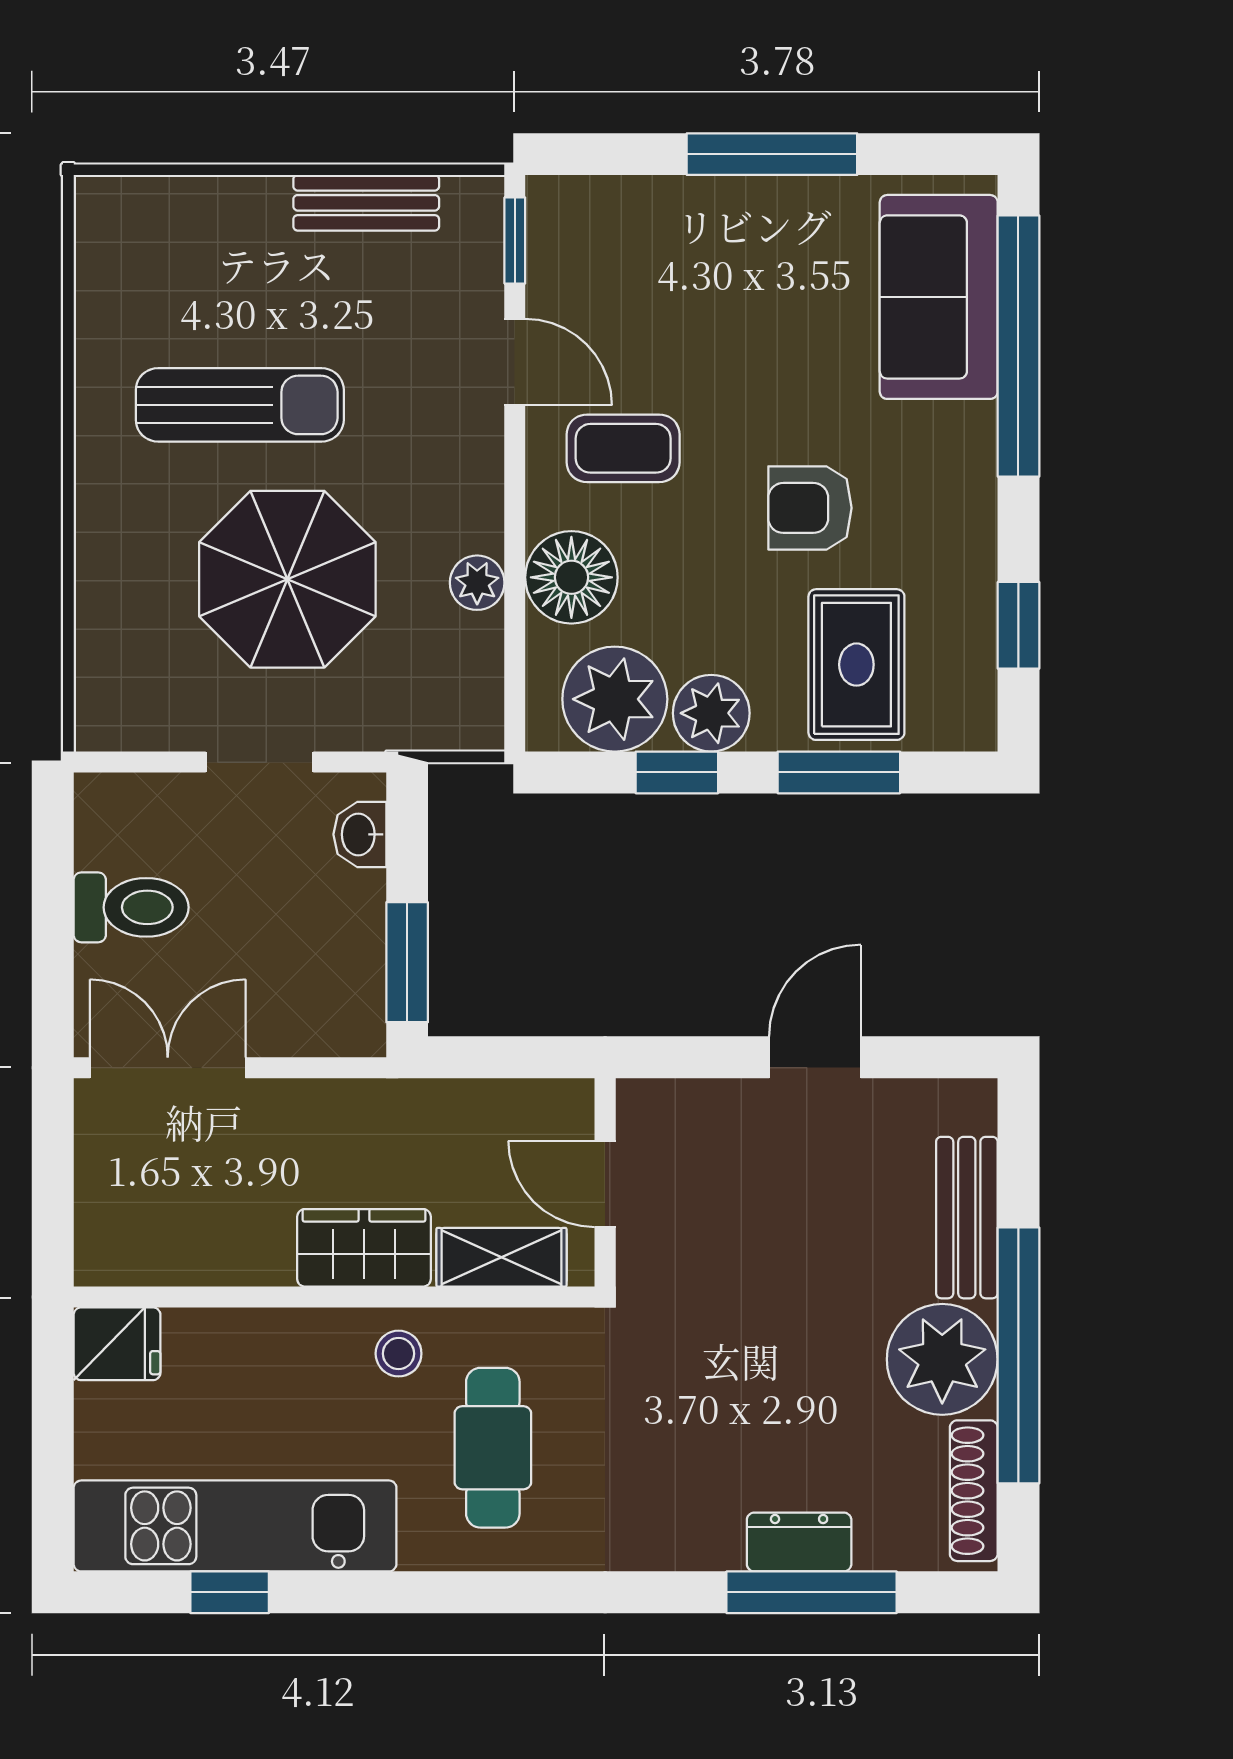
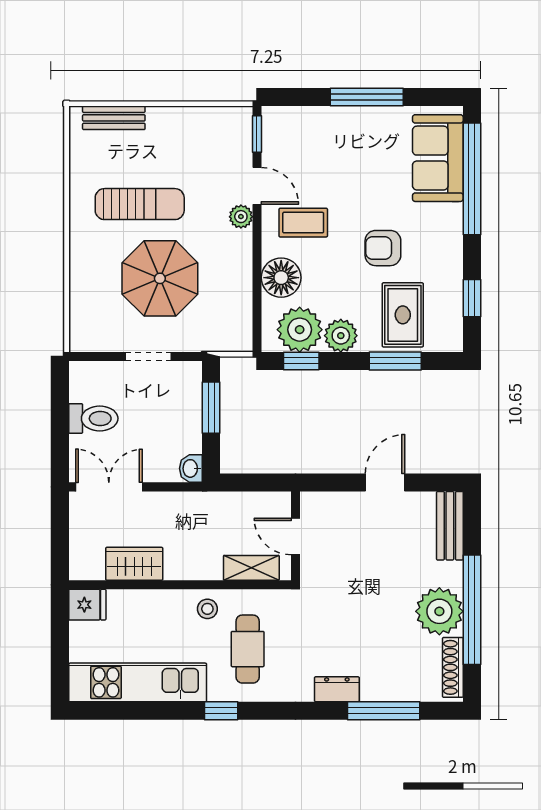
bench: (366, 203) -> (114, 118), moved
plant: (477, 583) -> (241, 217), moved
window: (677, 772) -> (301, 361), moved
washbasin: (360, 834) -> (191, 468), moved
window: (407, 962) -> (211, 408), moved
bench: (967, 1218) -> (450, 526), moved
wardrobe: (364, 1248) -> (134, 564), moved
dresser: (799, 1542) -> (337, 689), moved
window: (230, 1592) -> (221, 711), moved

